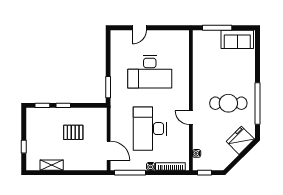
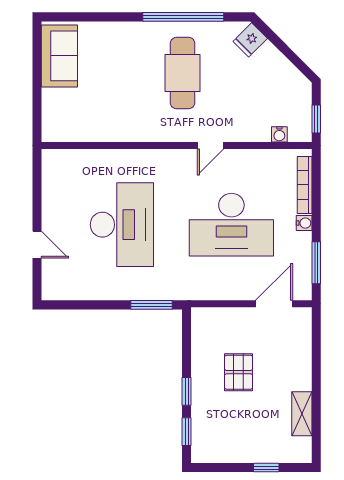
window: (217, 28) -> (37, 95), removed
fridge: (240, 140) -> (250, 40), width x0.53, depth x0.75
window: (130, 173) -> (316, 263), width x0.69

